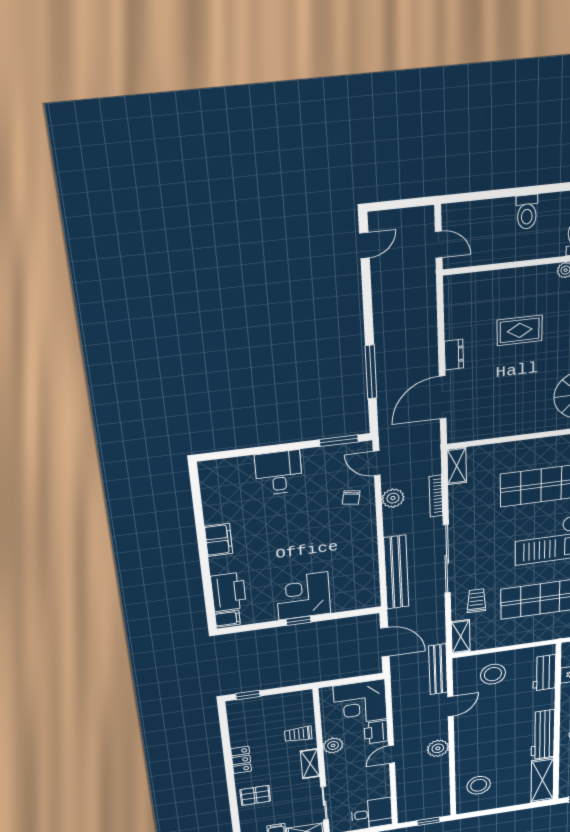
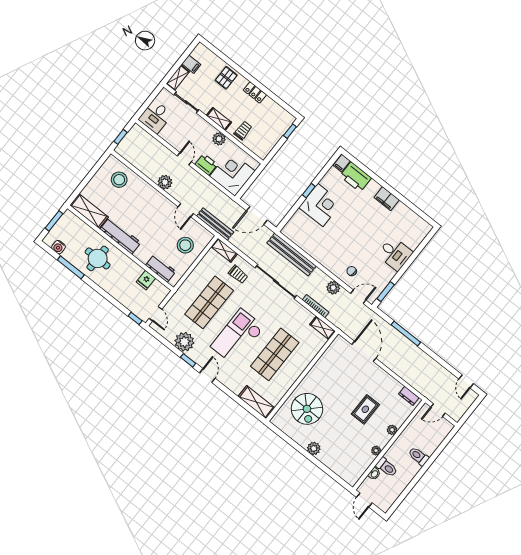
plant: (519, 276) -> (392, 430), added
dresser: (454, 355) -> (409, 396), moved

